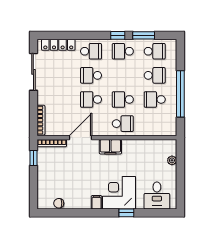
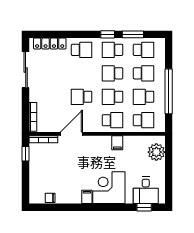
school desk: (91, 75) -> (113, 73), moved
school desk: (155, 124) -> (144, 120), added
filing cabinet: (110, 147) -> (117, 143), moved, width x0.50
plant: (172, 160) -> (156, 152), width x1.87, depth x1.87
window: (126, 213) -> (144, 207), moved

